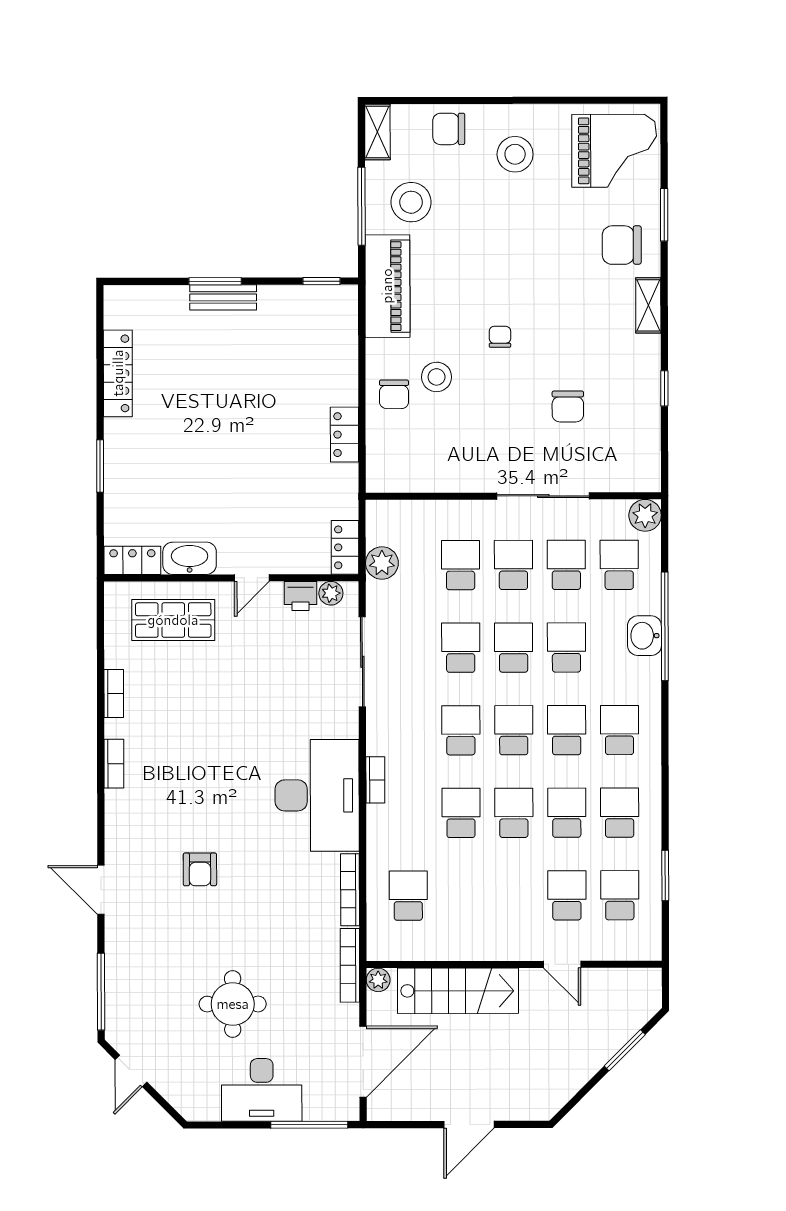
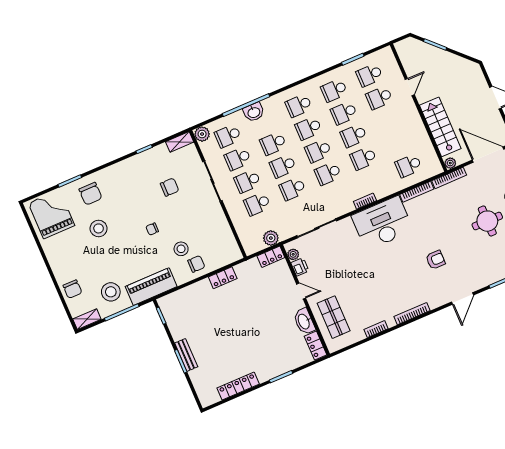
stool: (515, 154) -> (99, 228), moved
shelving: (648, 305) -> (180, 142), moved
bookcase: (114, 764) -> (412, 314), width x1.56

